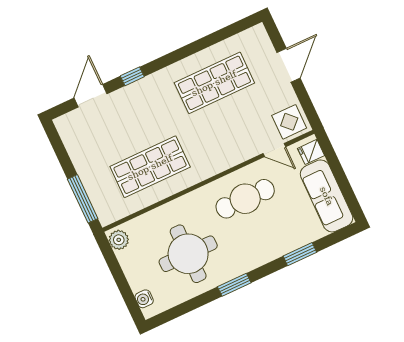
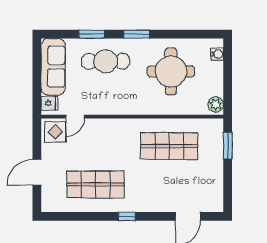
window: (132, 76) -> (127, 216), moved
door: (274, 150) -> (75, 117), swing flipped
window: (83, 199) -> (228, 146), width x0.69
cafe table: (245, 199) -> (106, 61), moved
window: (234, 285) -> (137, 34), moved

